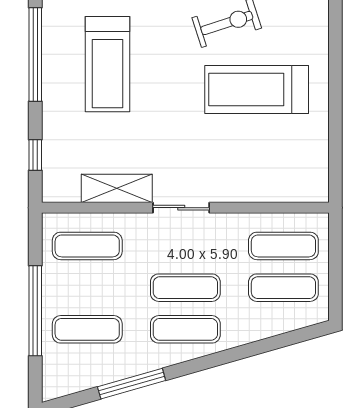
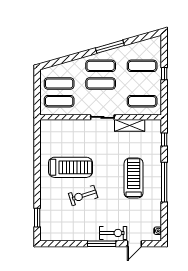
window: (35, 311) -> (164, 74), width x0.32
window: (132, 384) -> (110, 47), moved

